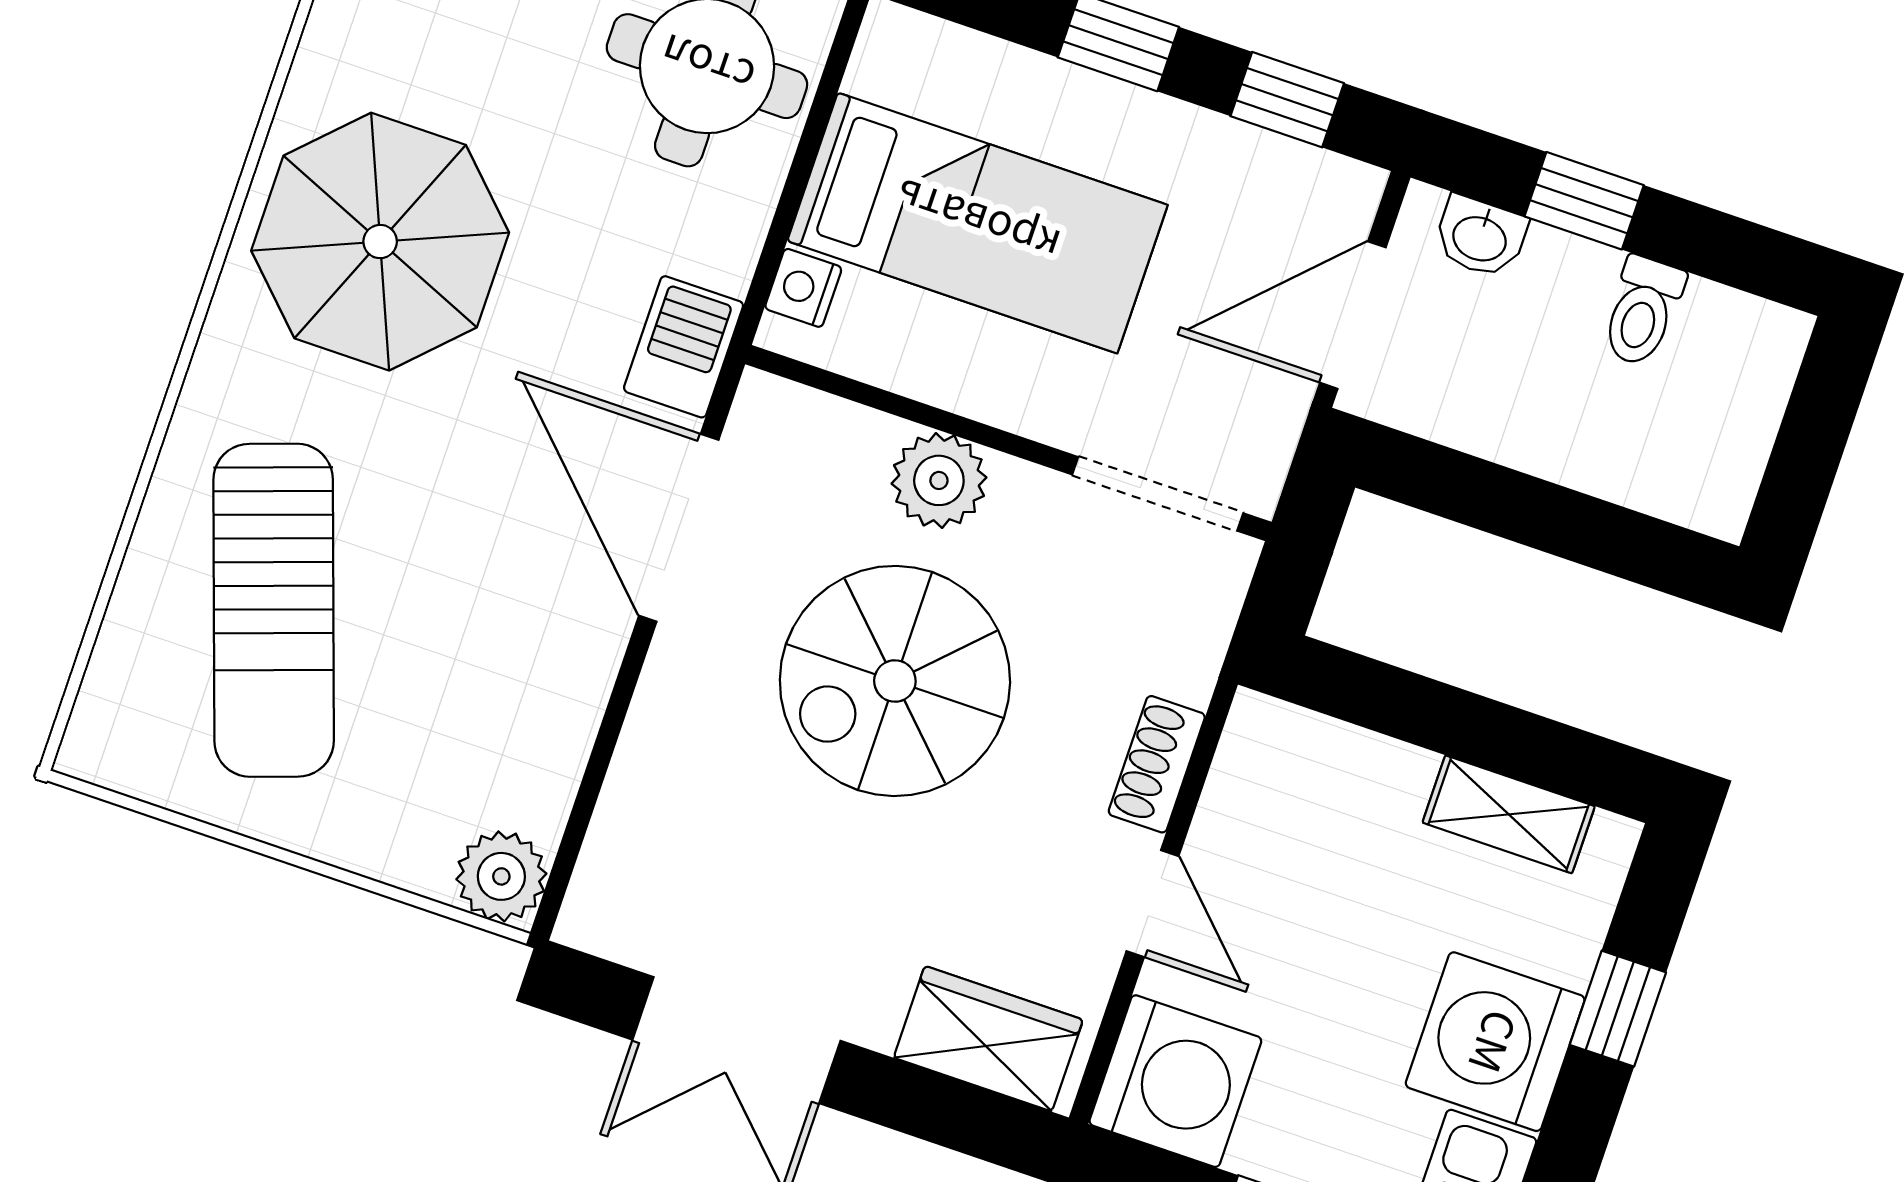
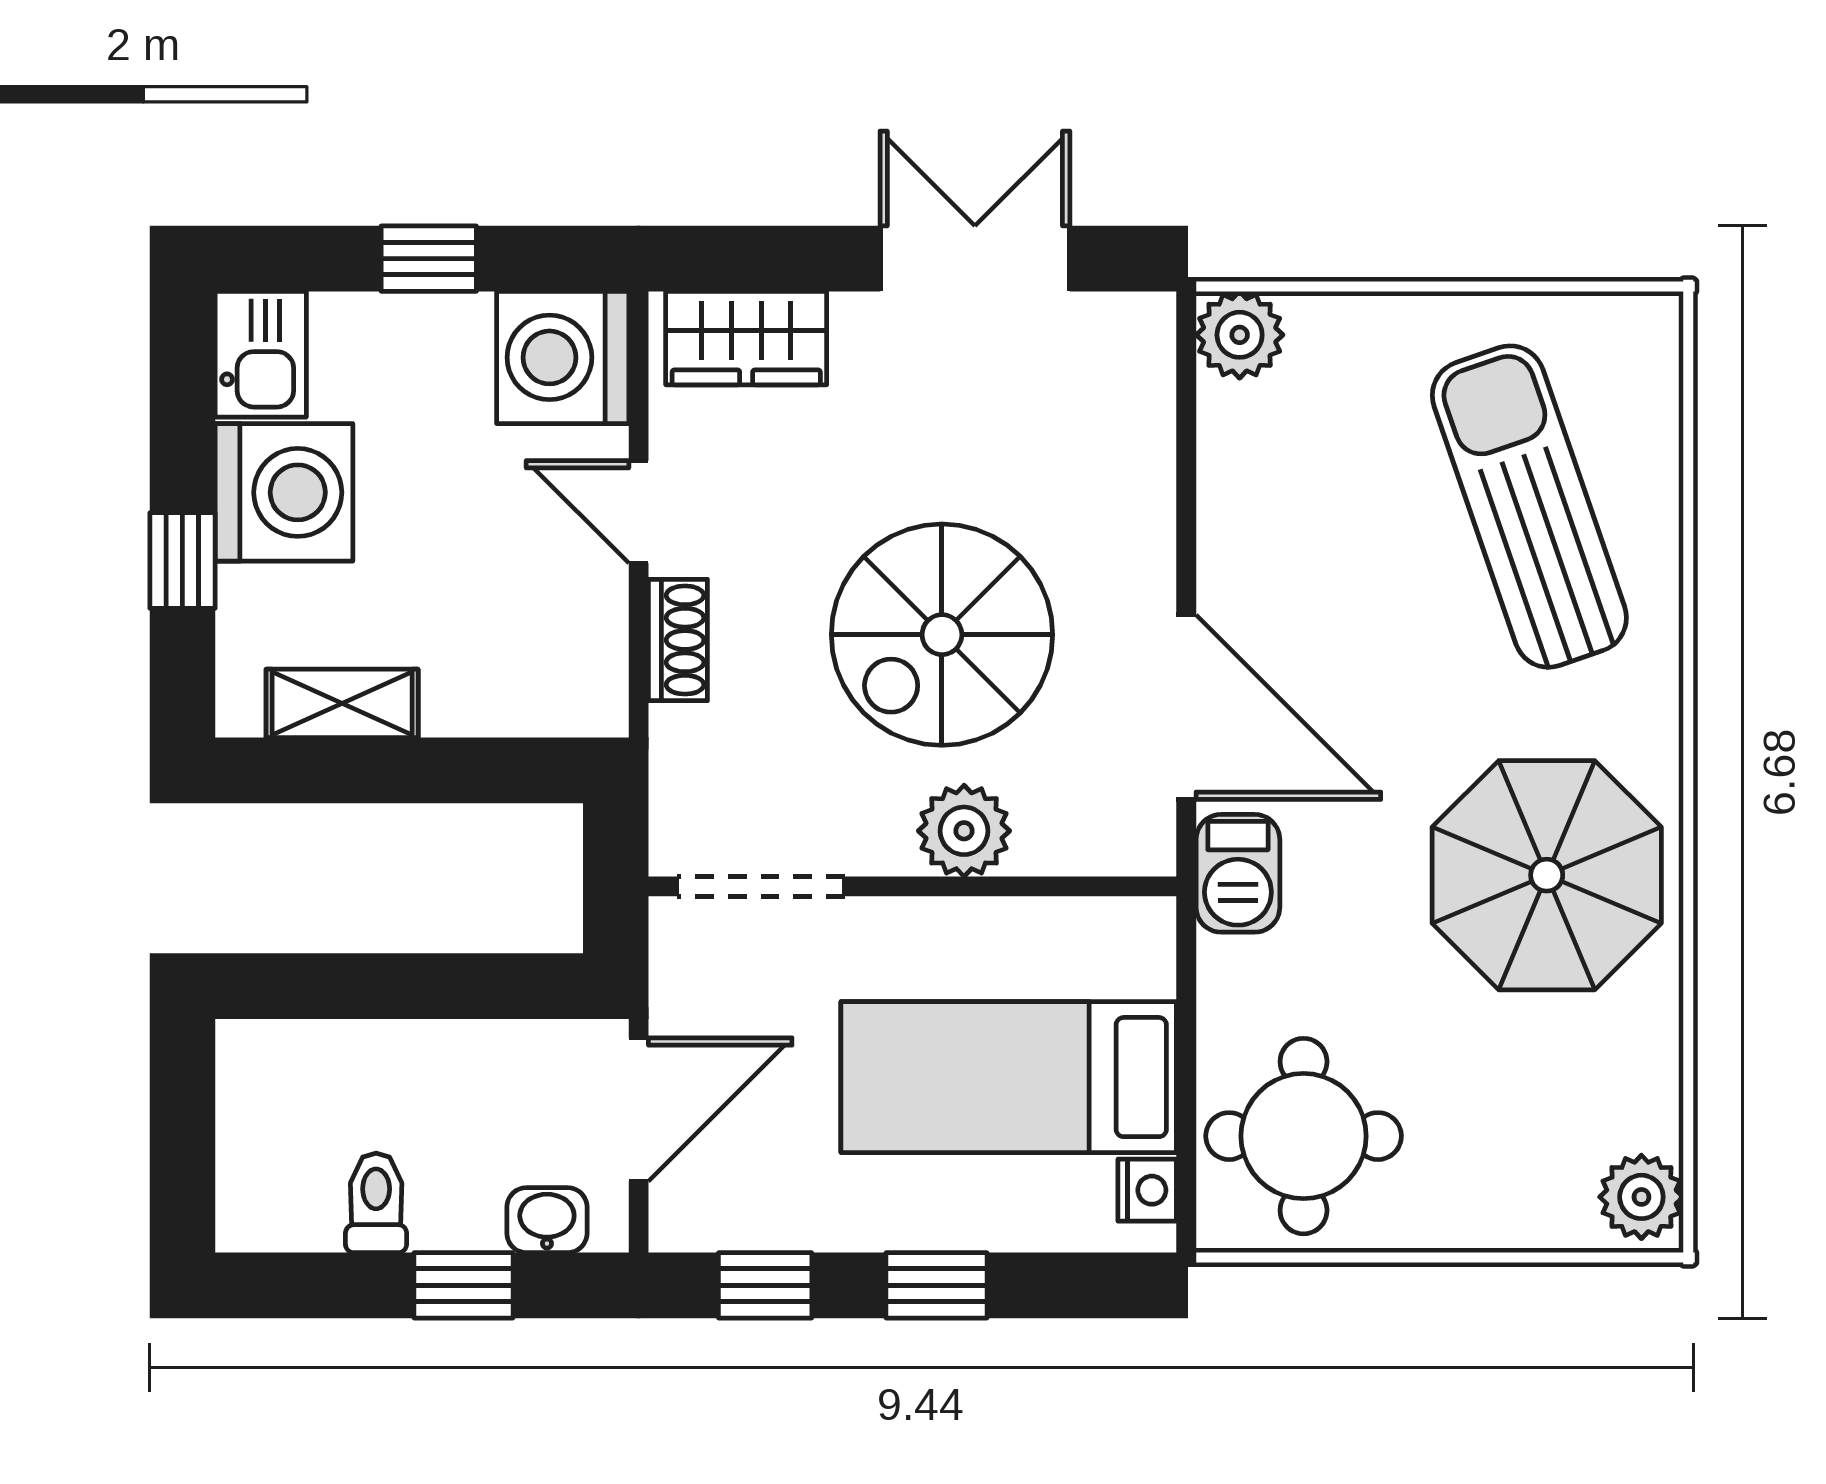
nightstand: (803, 288) -> (1147, 1190), moved
spiral stairs: (895, 681) -> (942, 635), turned 180

